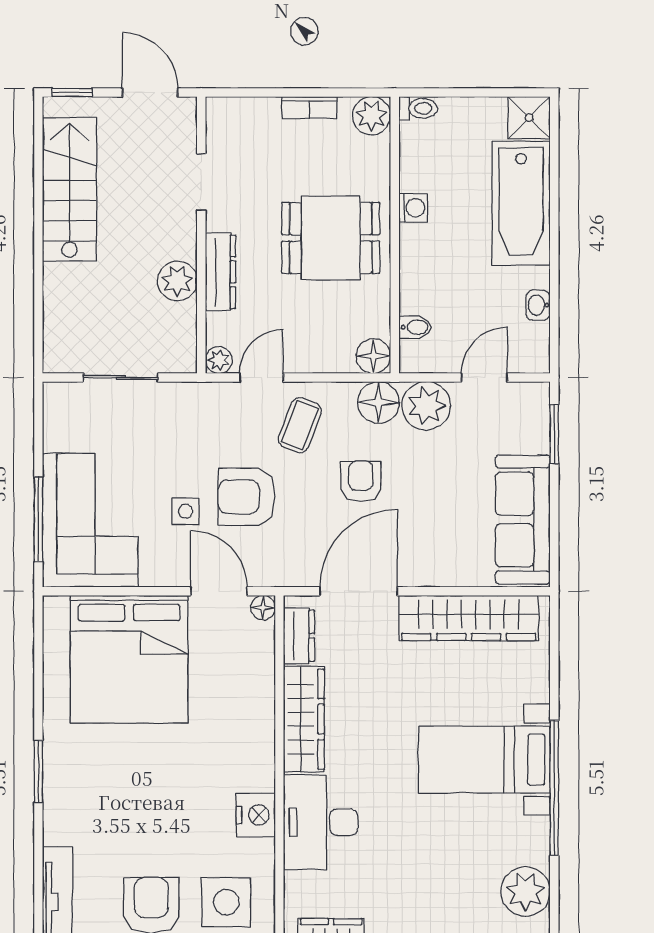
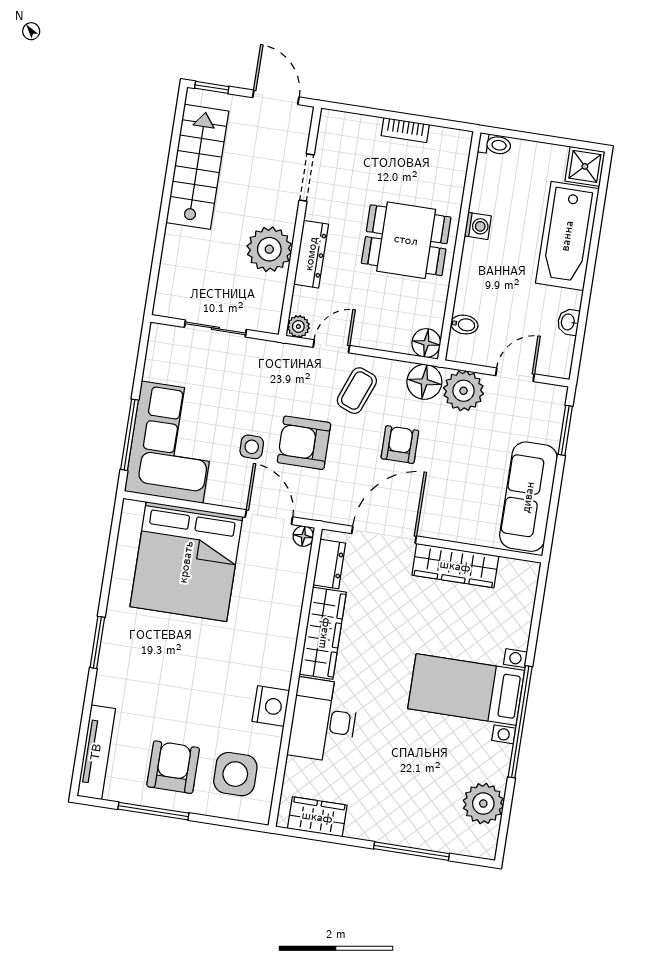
plant: (371, 116) -> (455, 145), removed
plant: (177, 281) -> (269, 249), width x1.36, depth x1.36
wardrobe: (469, 618) -> (455, 566), width x0.71, depth x0.85

